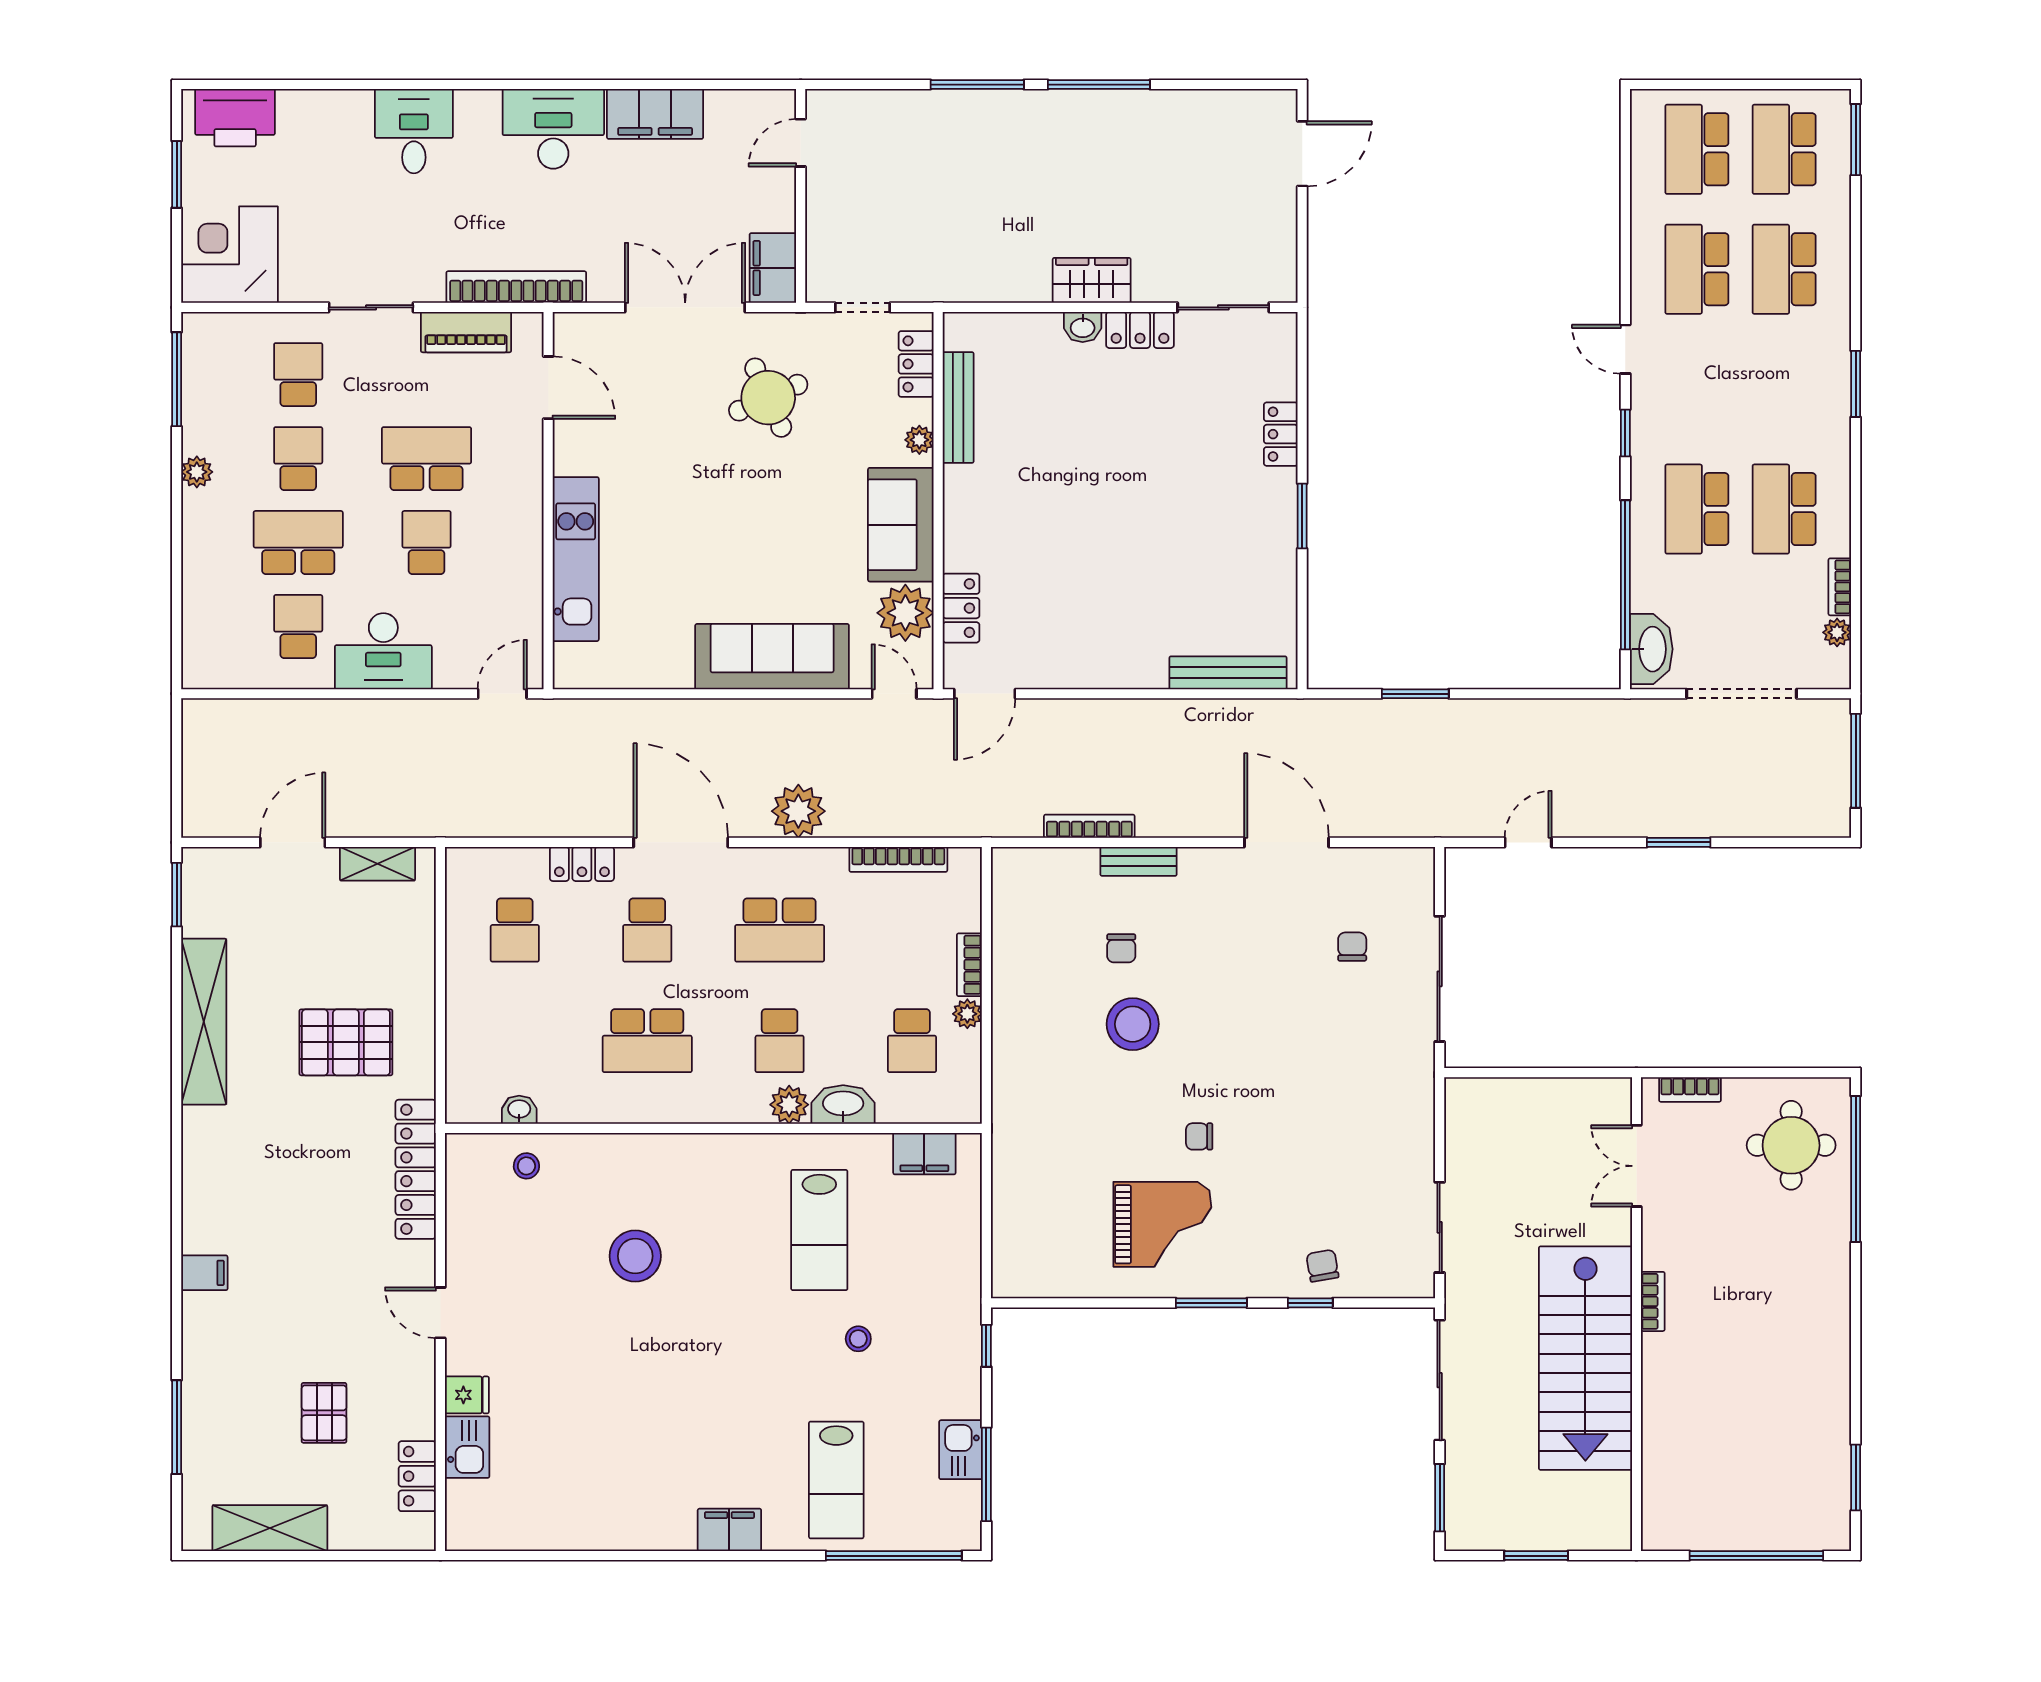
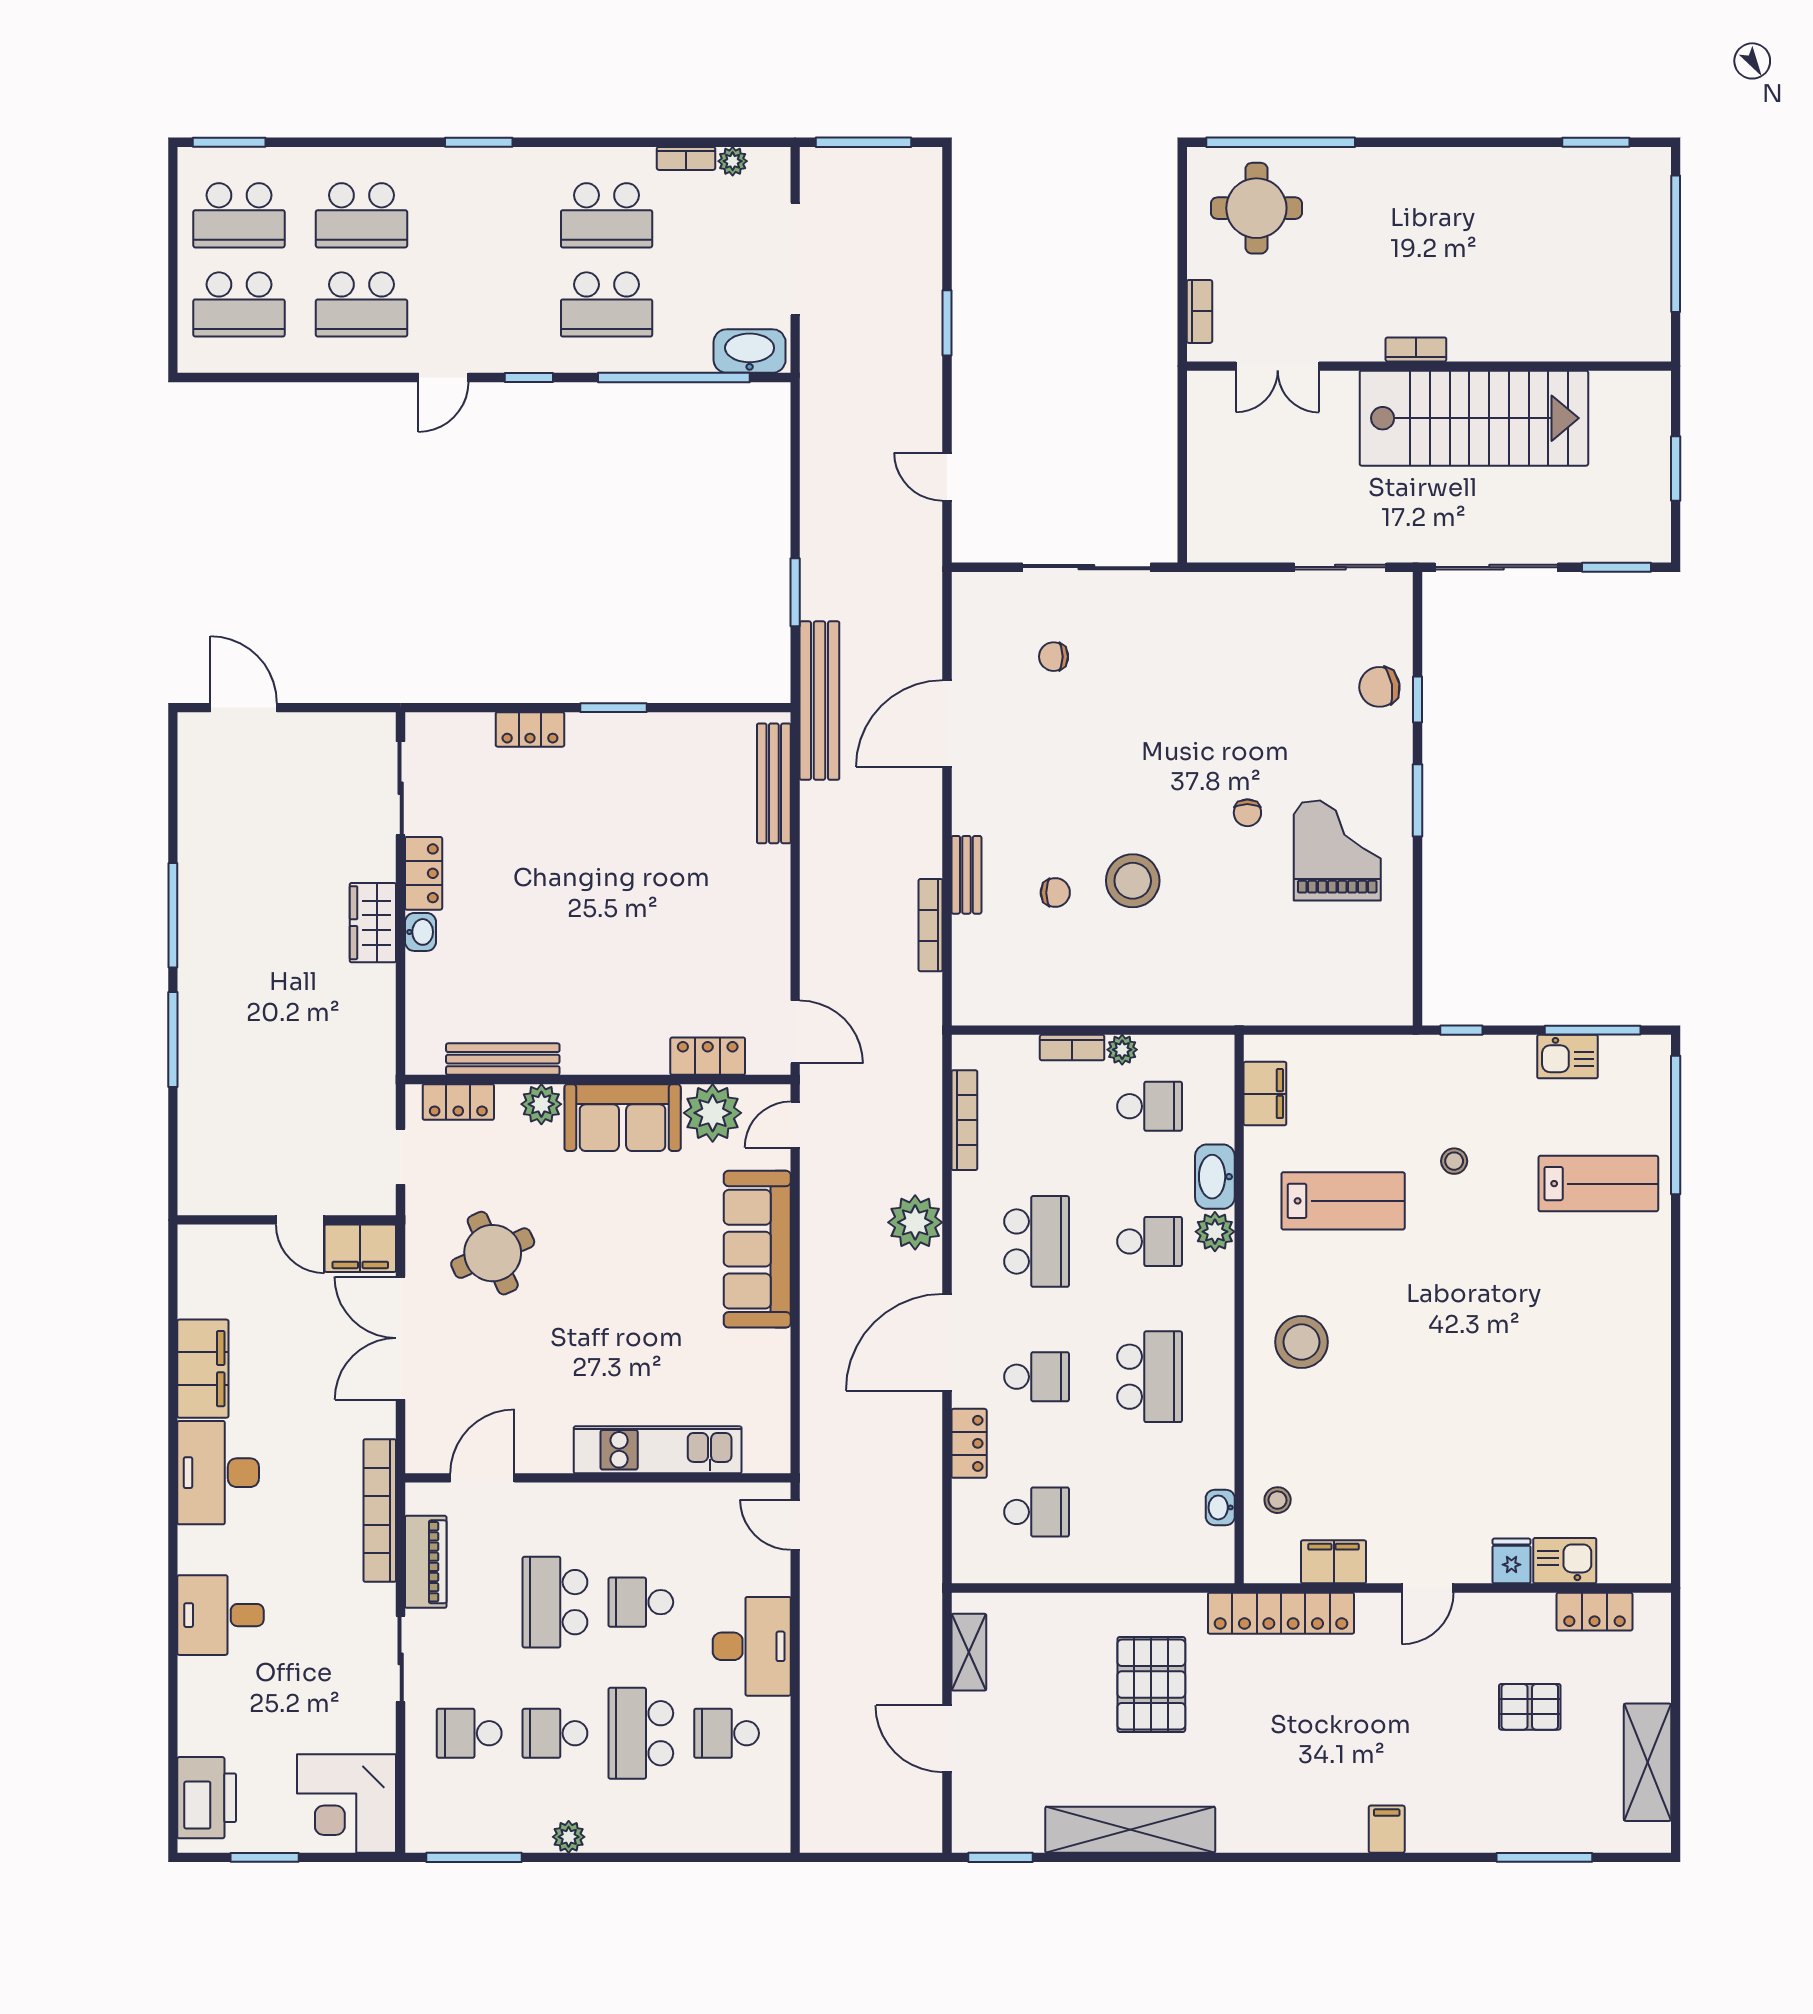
door: (801, 143) -> (300, 1220), moved
plant: (919, 440) -> (541, 1104), width x1.38, depth x1.38
bench: (1309, 718) -> (819, 701), added
stool: (635, 1256) -> (1302, 1342), moved
chair: (1322, 1266) -> (1379, 687), width x1.37, depth x1.37
filing cabinet: (729, 1530) -> (1334, 1562), moved, turned 90

